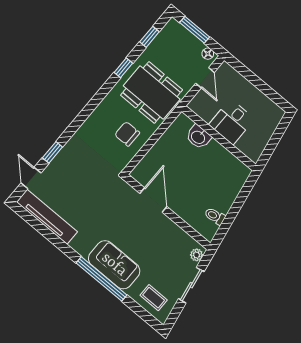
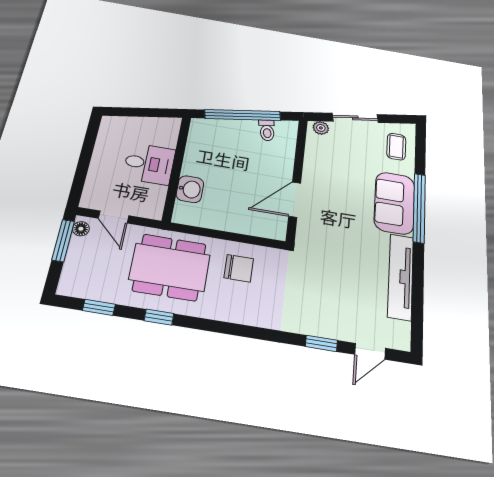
window: (195, 30) -> (63, 240), moved
door: (205, 78) -> (114, 217), swing flipped
dining table: (152, 92) -> (170, 267), turned 90
chair: (127, 134) -> (239, 268), turned -90
window: (236, 207) -> (243, 115), added
tv unit: (47, 217) -> (401, 276), moved

